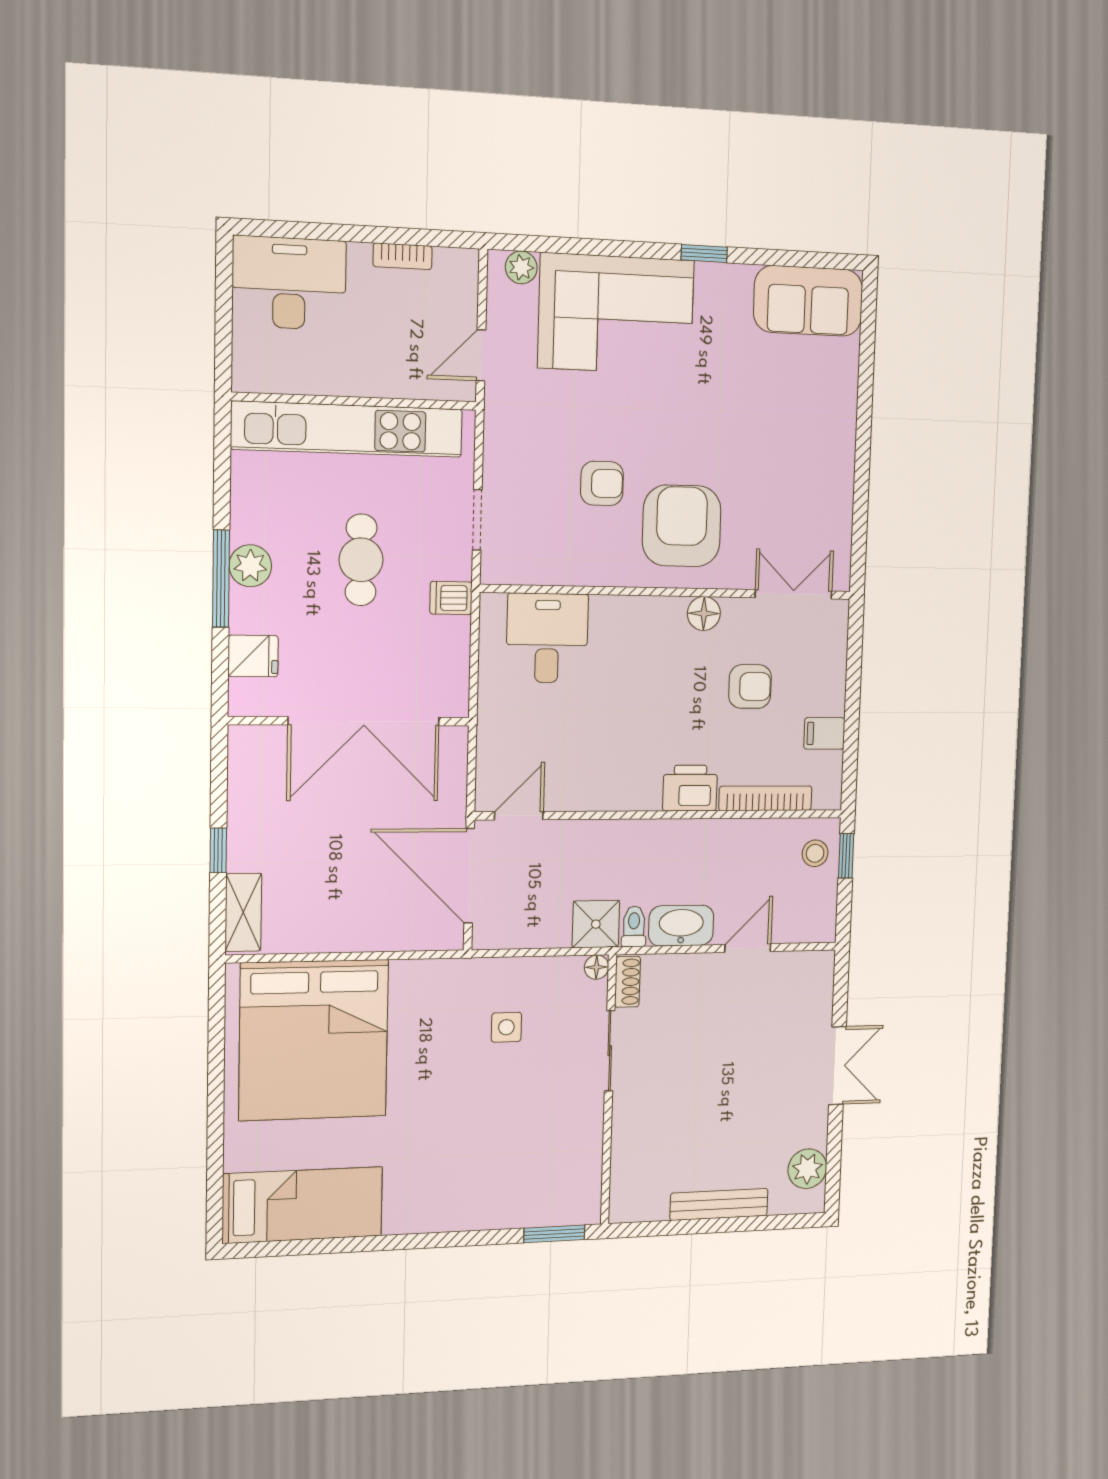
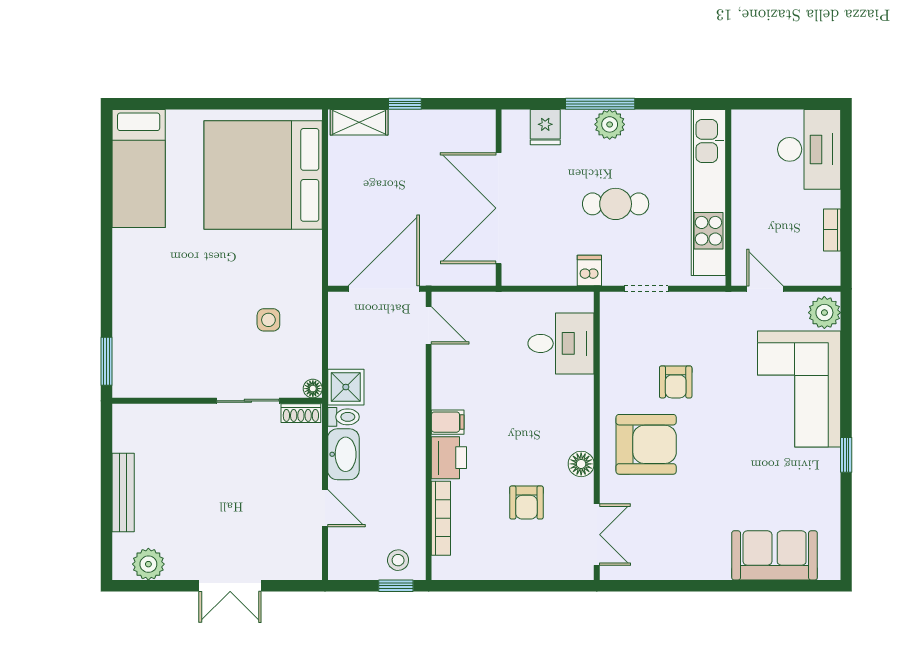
plant: (521, 267) -> (824, 313), width x1.38, depth x1.38
sofa: (808, 301) -> (775, 555), moved, turned 90
filing cabinet: (824, 733) -> (448, 422), moved, turned 90

